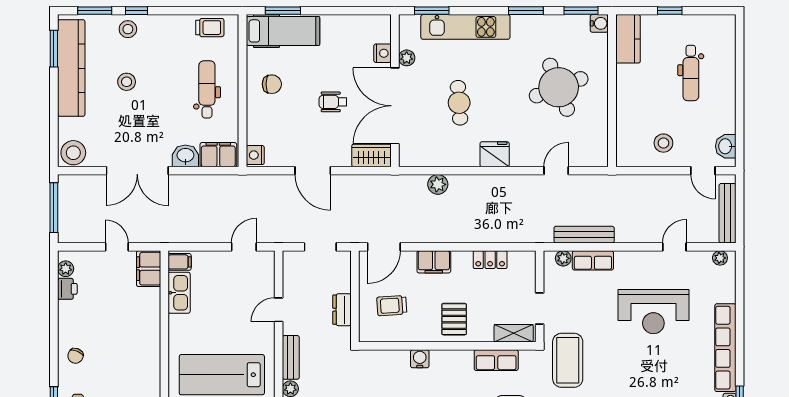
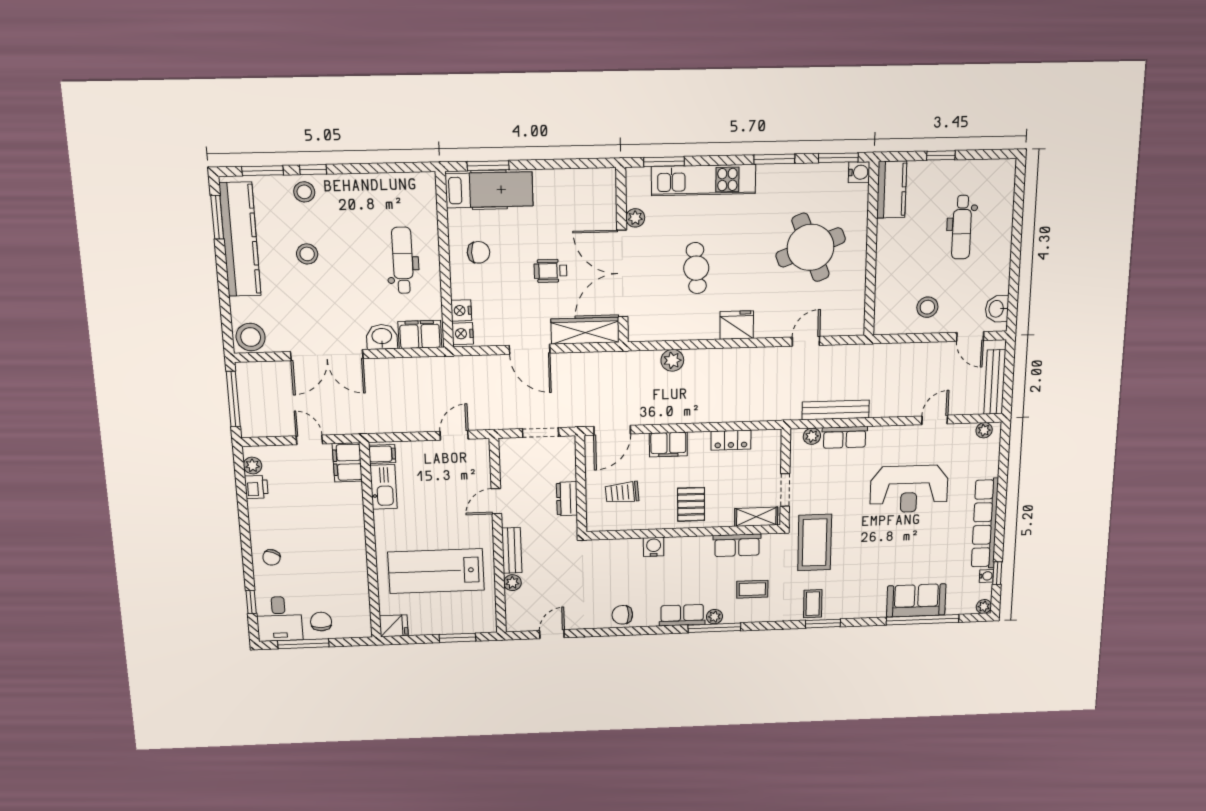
trolley: (210, 28) -> (402, 188), removed
nightstand: (382, 53) -> (461, 310), moved, turned 180
wardrobe: (371, 155) -> (585, 331), width x1.50

